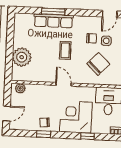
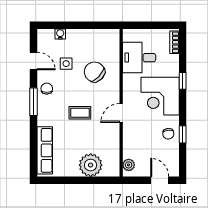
window: (53, 11) -> (33, 102), moved
row of seats: (53, 21) -> (45, 150), moved
chair: (92, 38) -> (47, 89), moved

